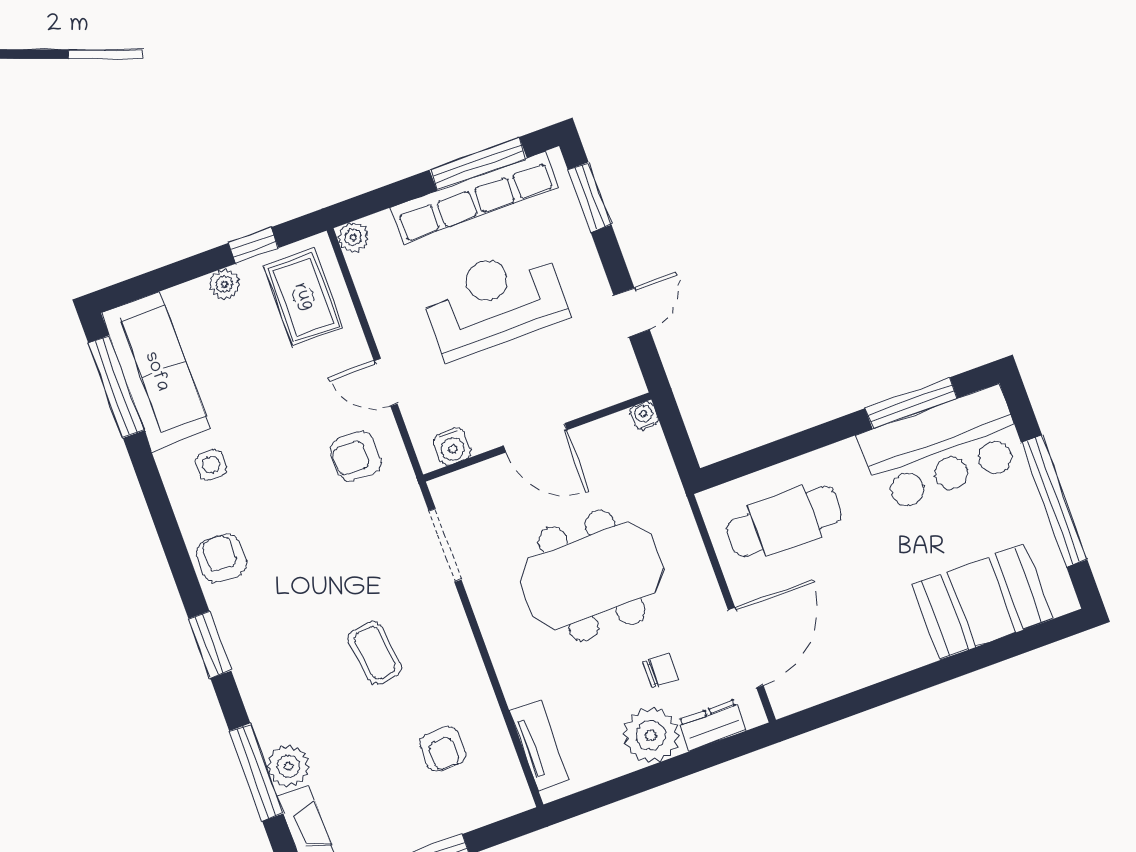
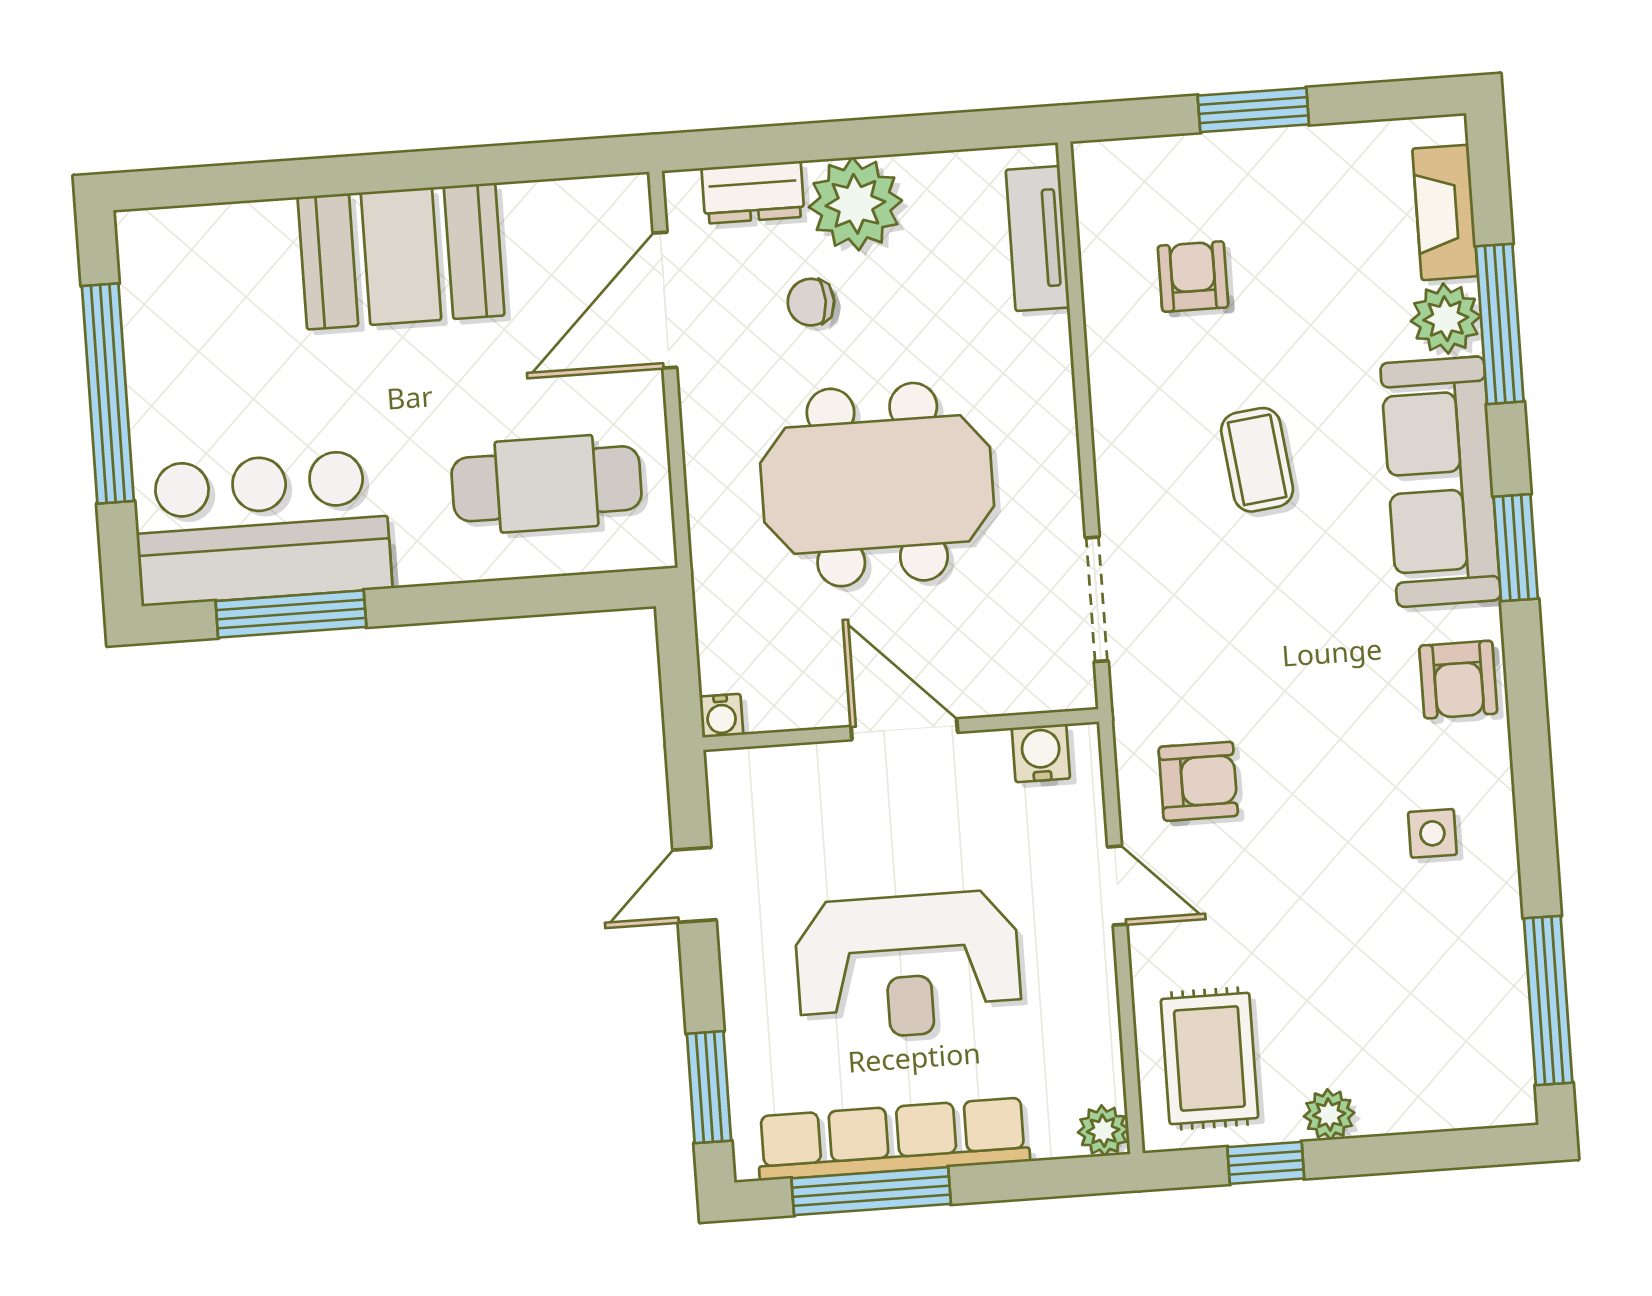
sofa: (156, 372) -> (1441, 482), moved
booth: (982, 602) -> (401, 256), moved

